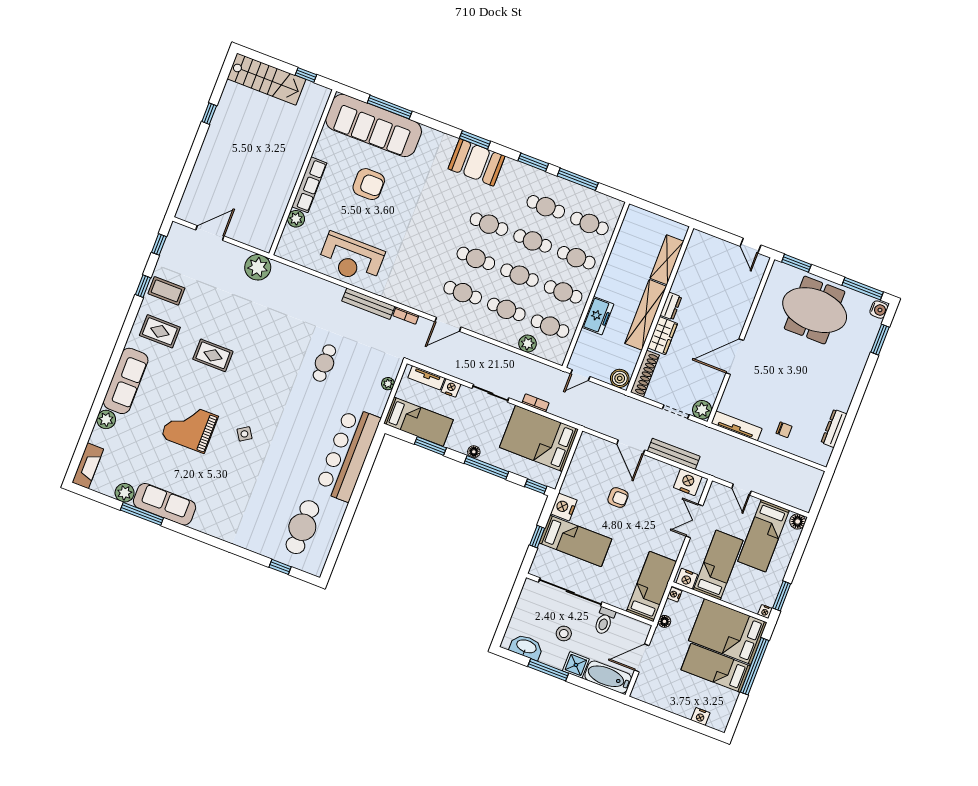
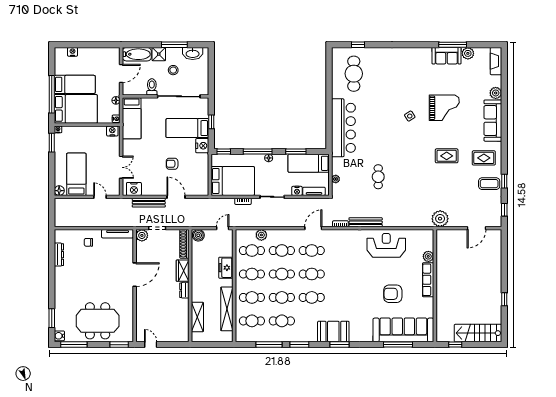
shelving: (646, 315) -> (227, 309), moved
sofa: (165, 504) -> (447, 56), width x0.73
bed: (718, 565) -> (97, 146), removed

